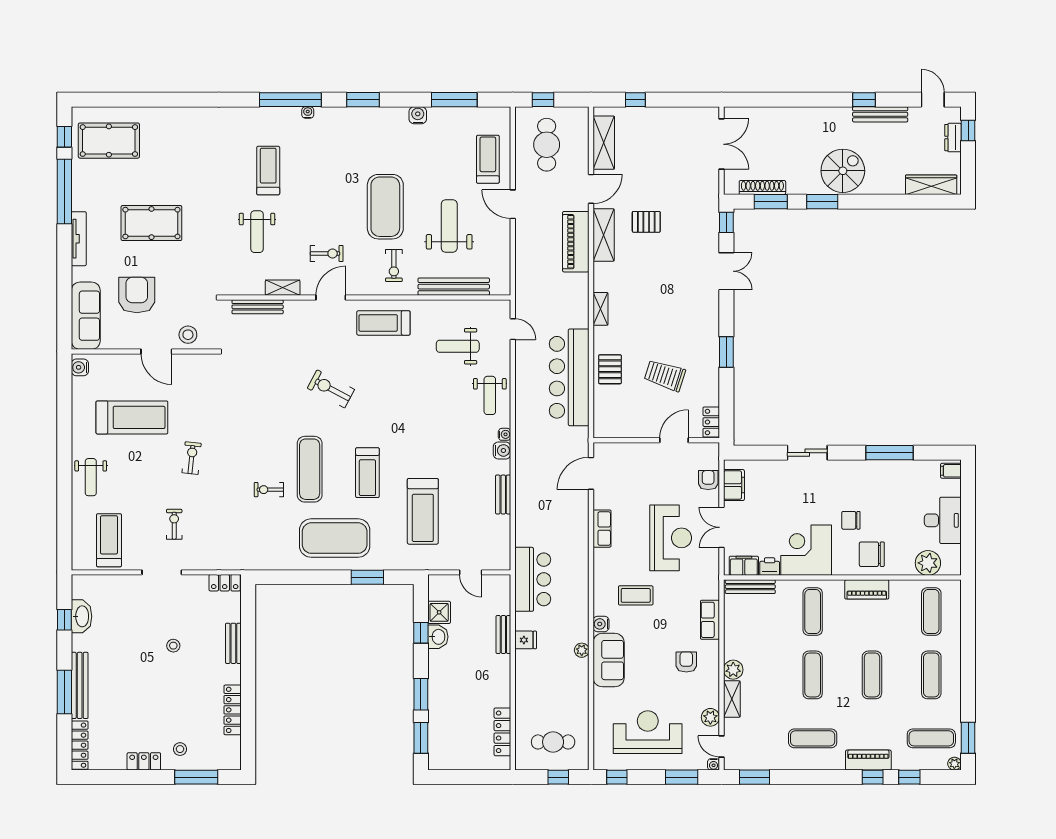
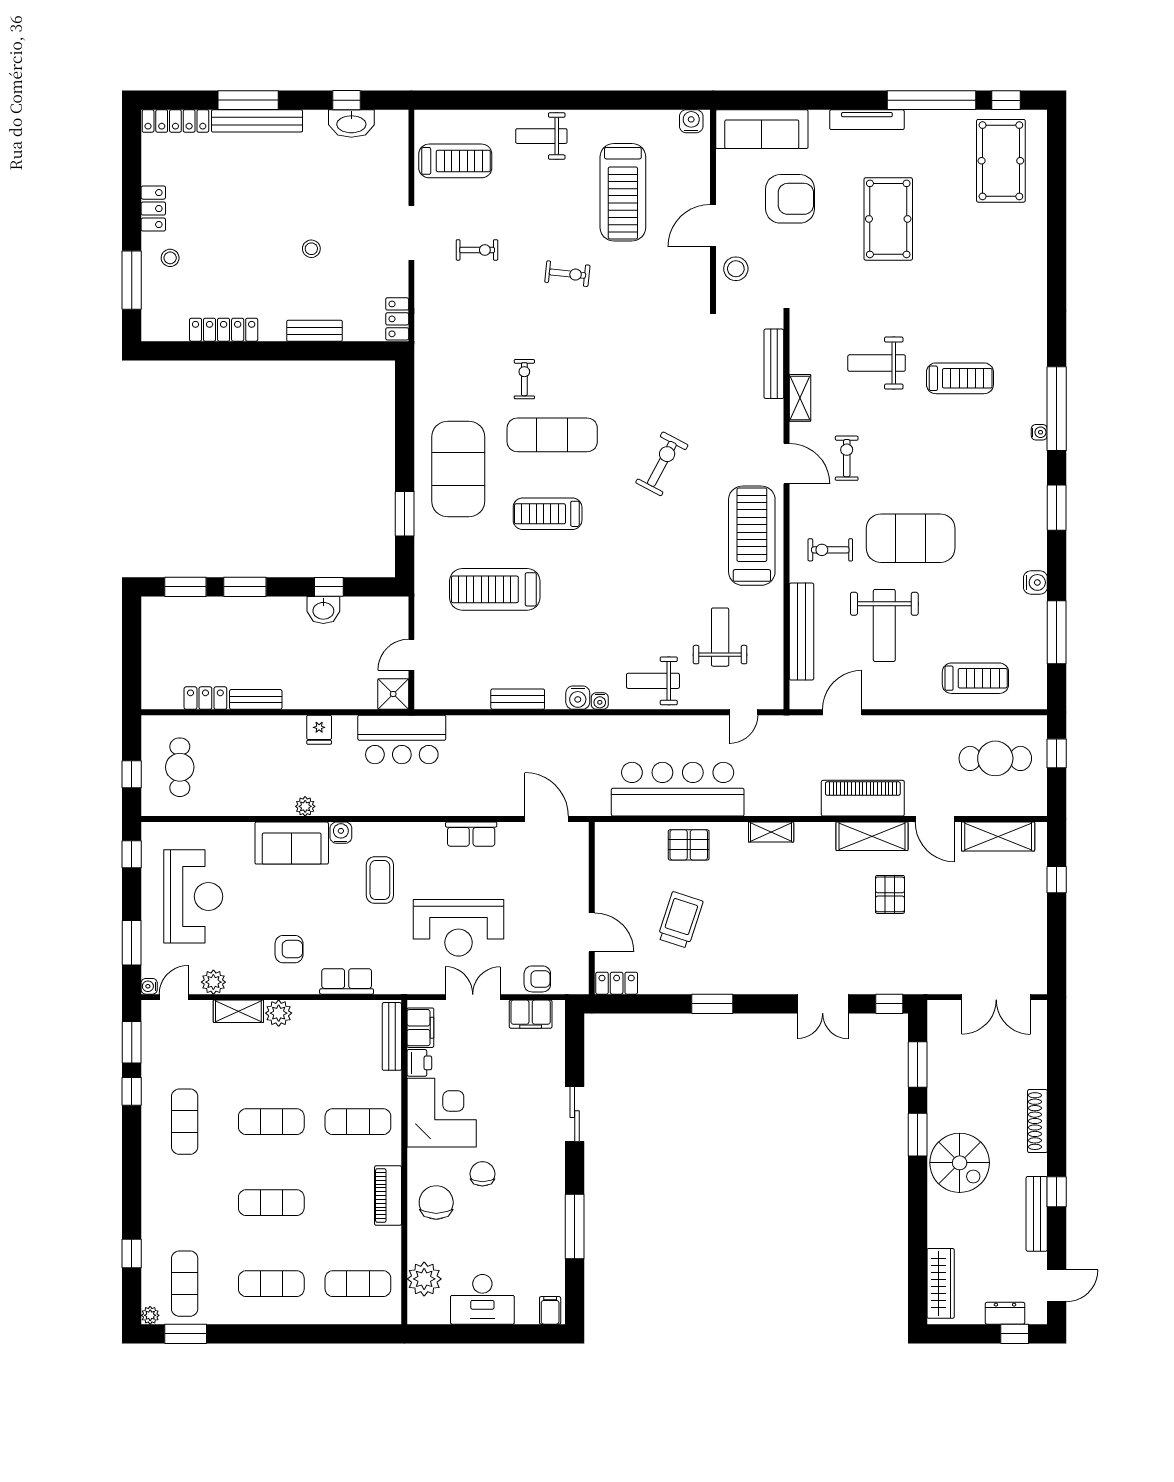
shoe rack: (762, 187) -> (1037, 1121), moved, turned 180
door: (513, 204) -> (842, 712), moved
weight bench: (449, 226) -> (884, 625), turned 90
exercise bike: (327, 253) -> (847, 458), turned 180
treadmill: (383, 323) -> (752, 536), width x1.37, depth x1.38
shower: (439, 612) -> (393, 694), moved
bench: (503, 634) -> (256, 699), moved
locker: (502, 732) -> (205, 698), width x0.66
piano: (868, 760) -> (155, 1198), removed
window: (873, 777) -> (132, 1091), moved

